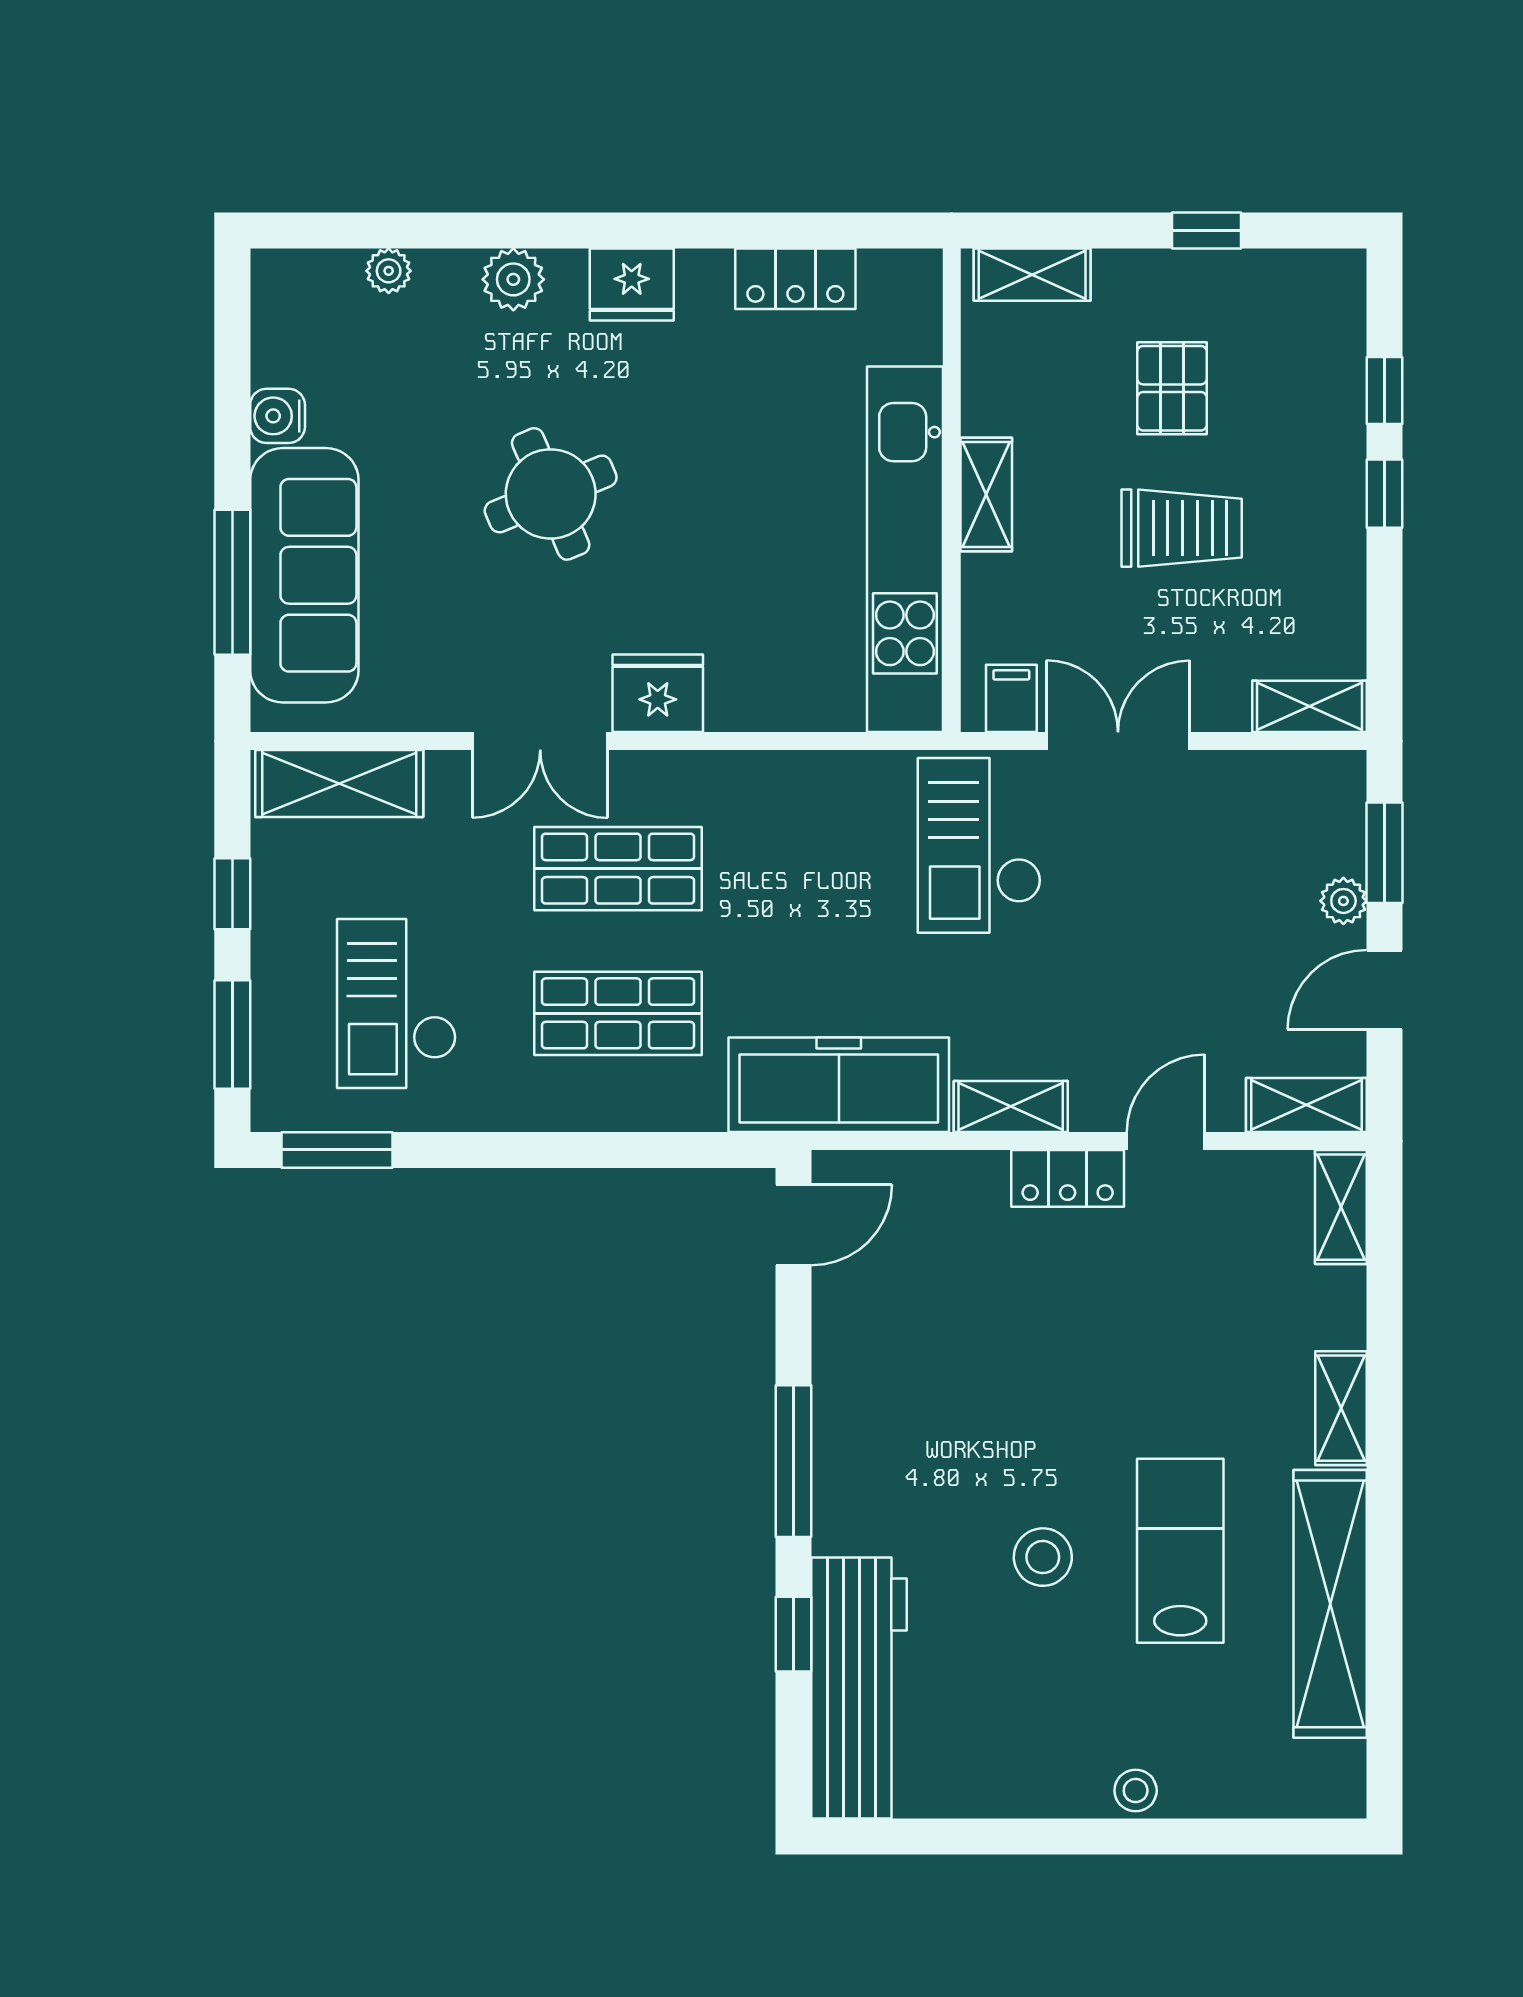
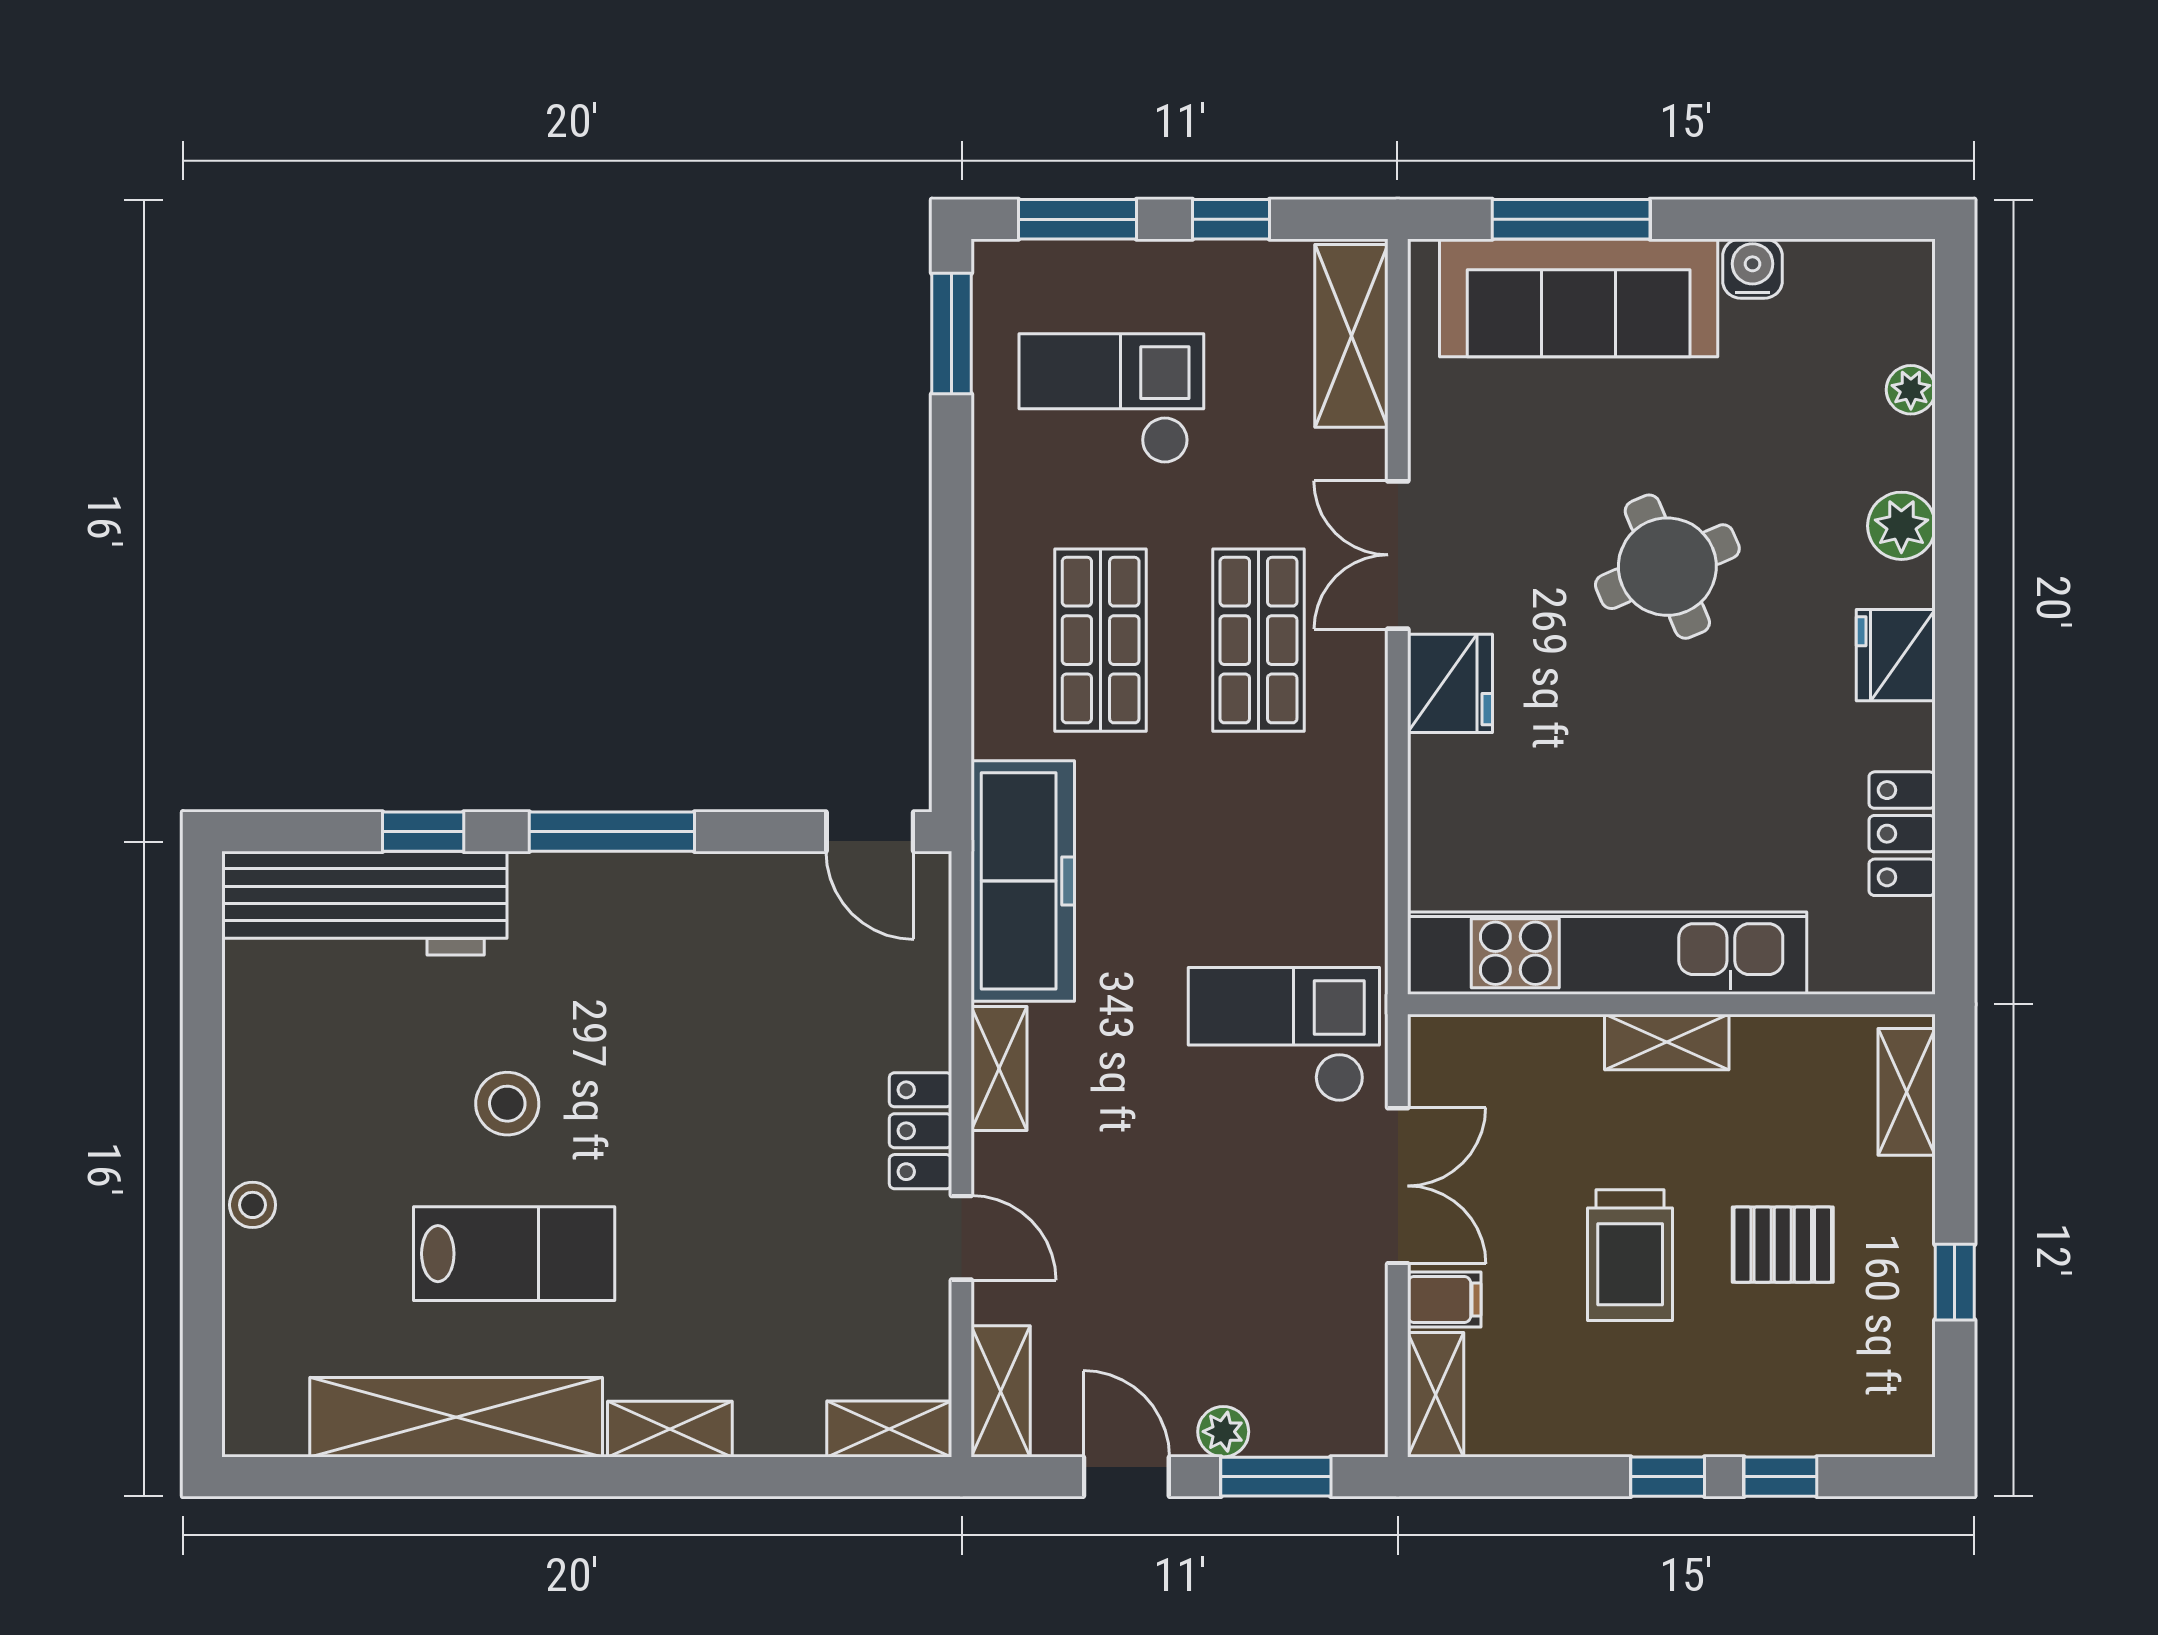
filing cabinet: (1011, 698) -> (1444, 1300), moved

